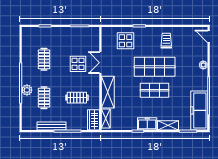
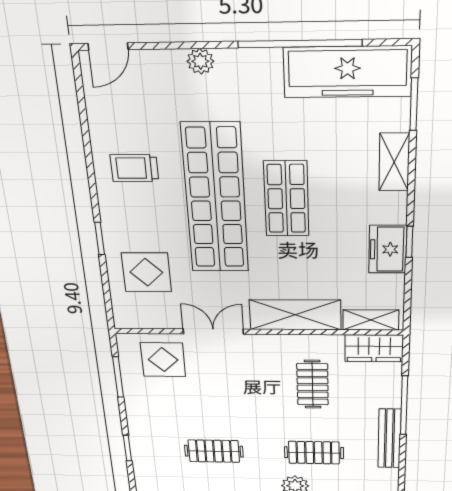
double door: (100, 63) -> (213, 331), swing flipped
display table: (78, 64) -> (163, 360), moved
shop shelf: (155, 67) -> (215, 199), width x1.40
freezer: (147, 124) -> (388, 249), moved

